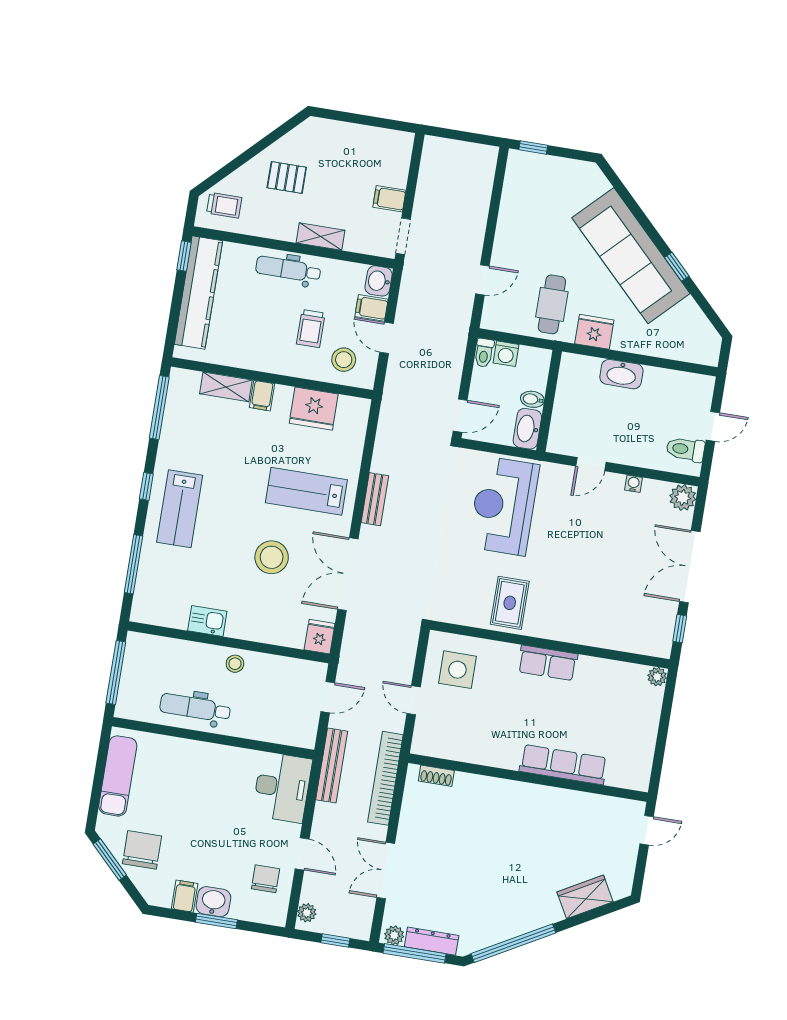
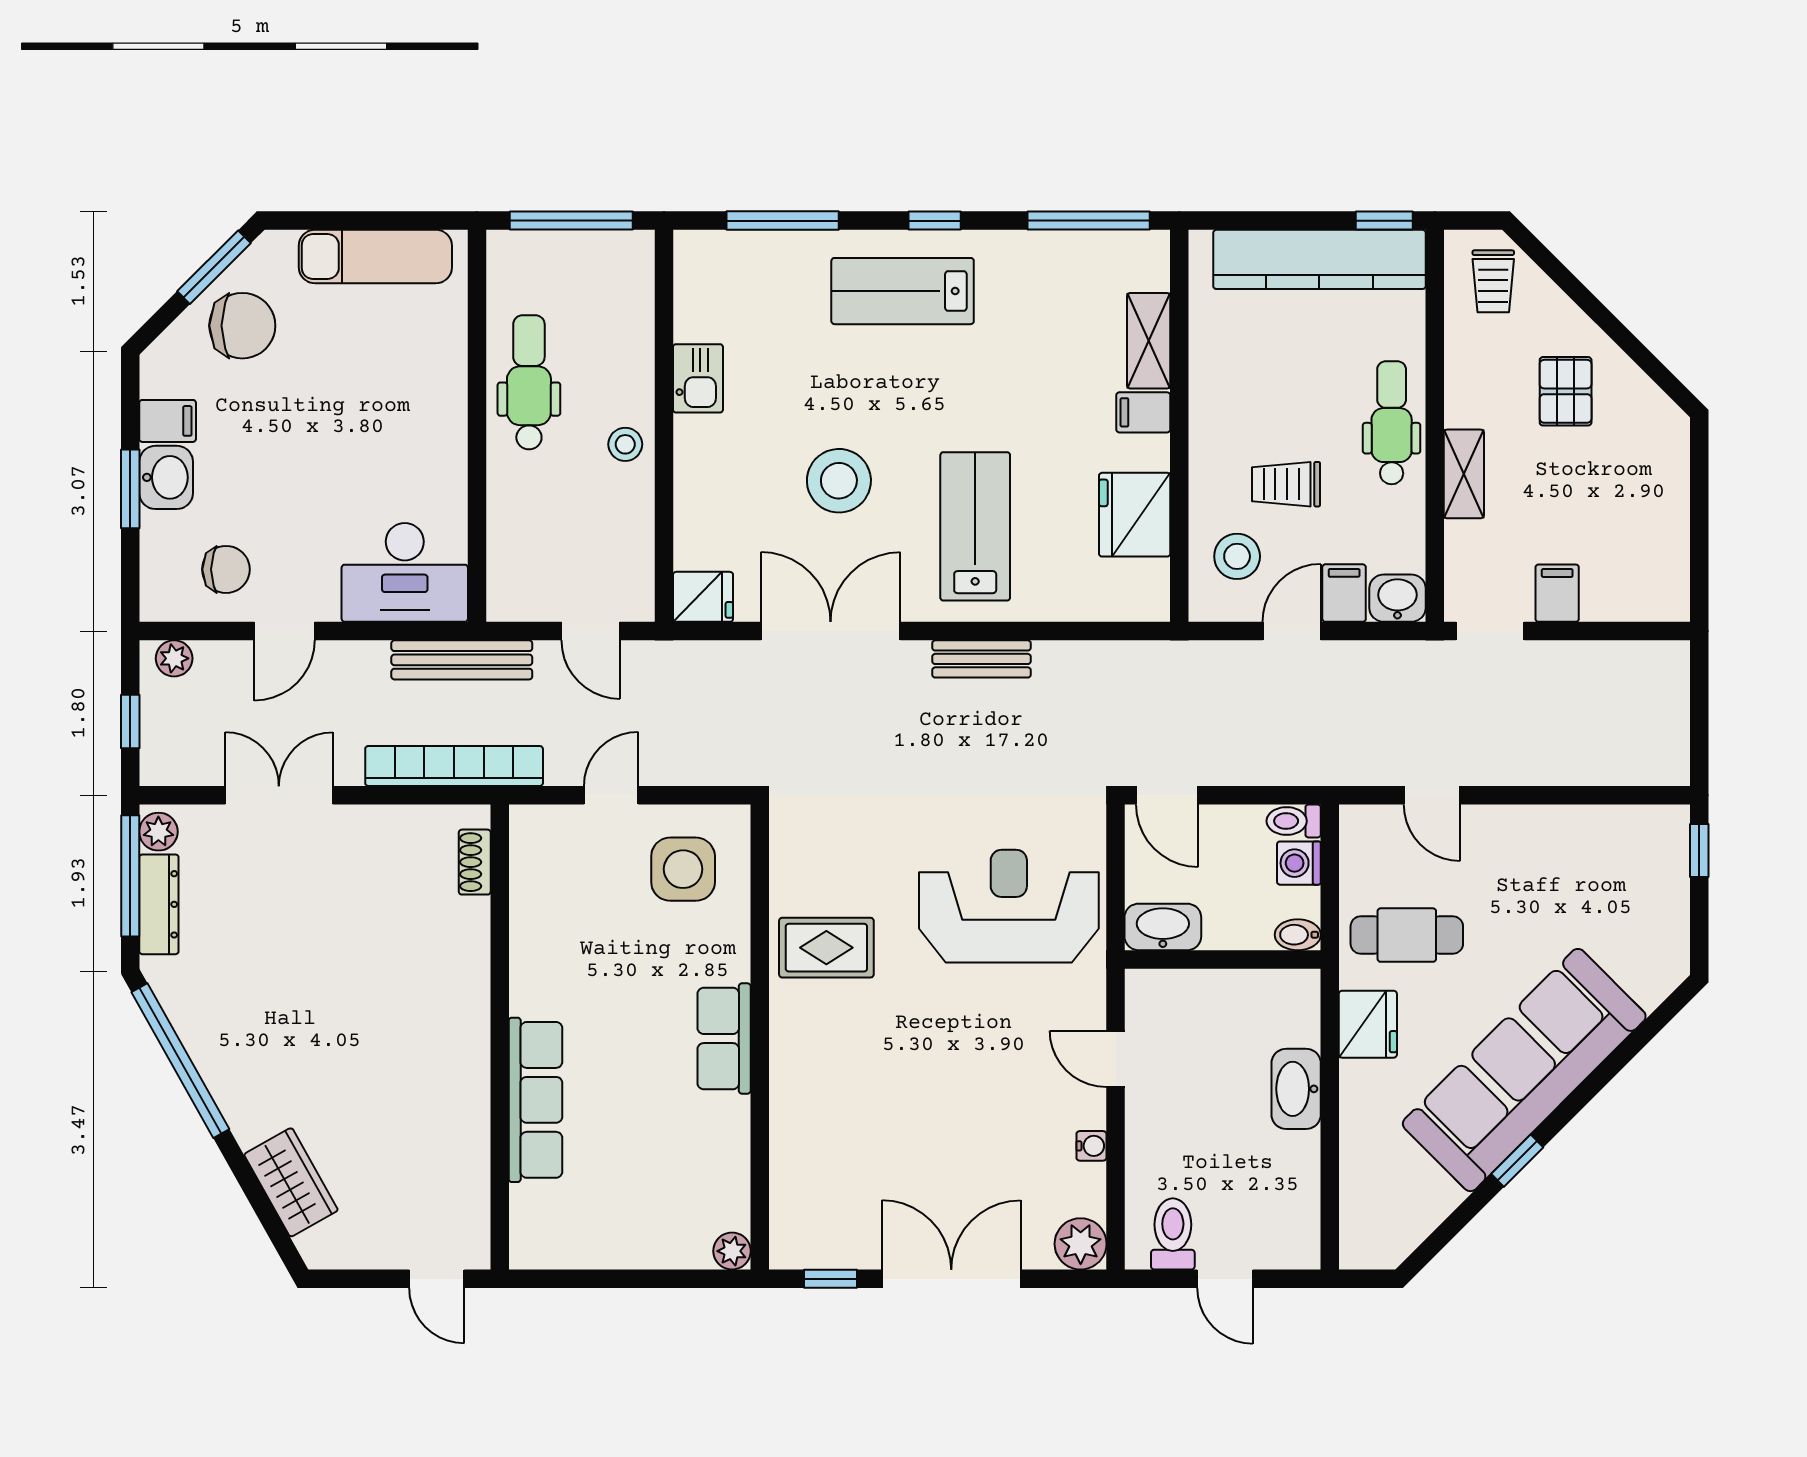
bidet: (532, 399) -> (1298, 935), moved, turned -90

